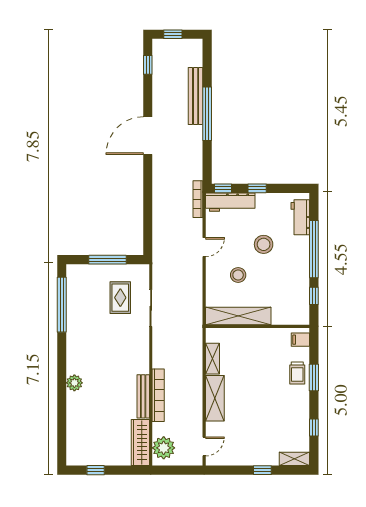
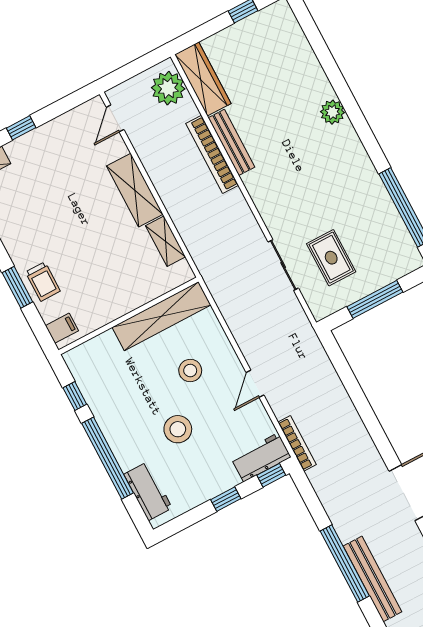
workbench: (230, 202) -> (261, 457), width x0.73
trolley: (297, 373) -> (43, 282), turned 180

